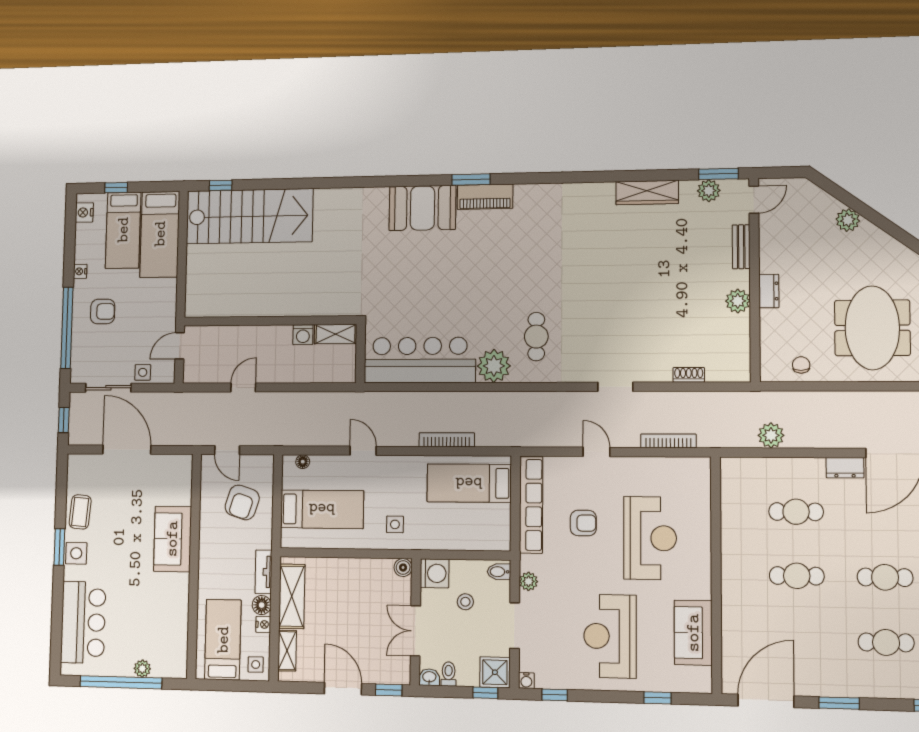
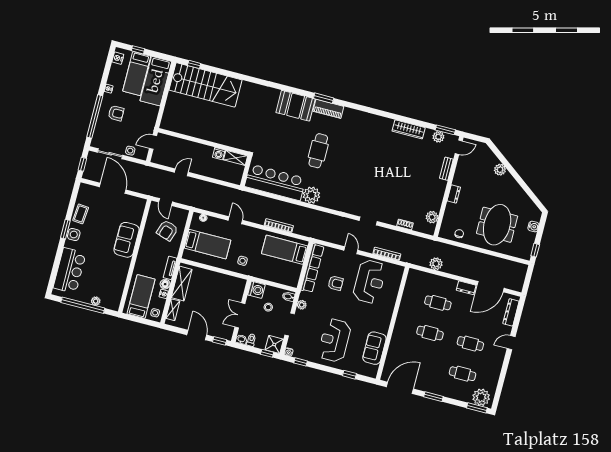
plant: (738, 301) -> (432, 217), moved
cafe table: (536, 337) -> (318, 151), moved, width x1.37, depth x1.35
reception desk: (650, 538) -> (370, 282), moved
boiler: (403, 568) -> (241, 283), removed

